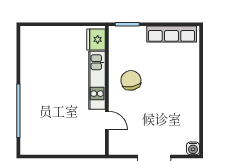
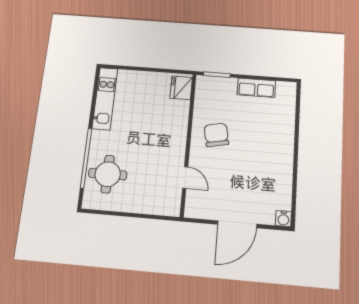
row of seats: (172, 34) -> (256, 88), width x0.68
kitchen unit: (97, 80) -> (105, 99), moved, turned 180
round table: (39, 123) -> (108, 174), added

